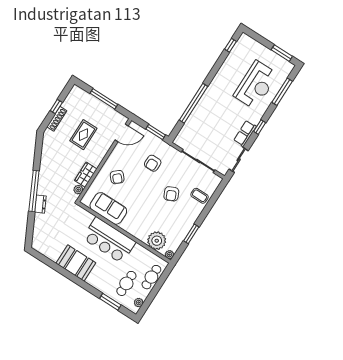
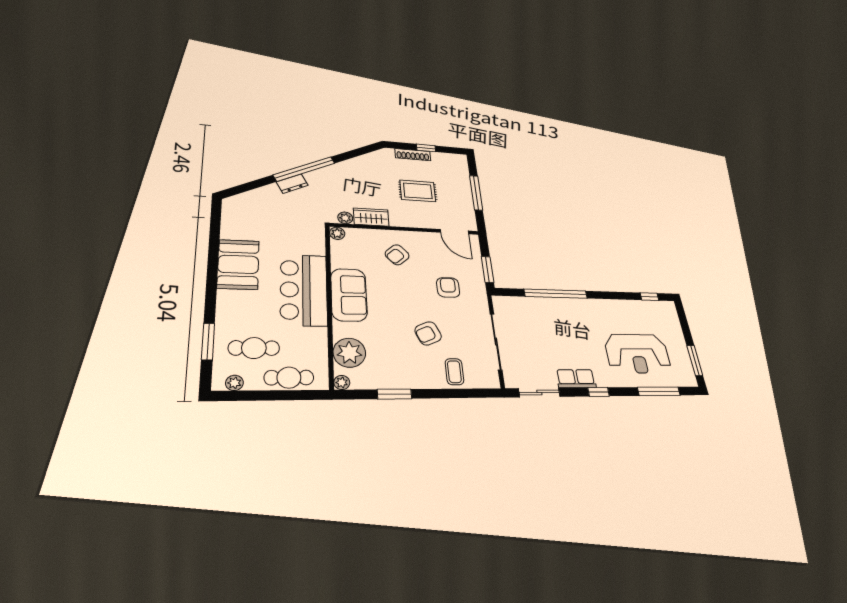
armchair: (153, 163) -> (448, 287), turned 90
plant: (86, 201) -> (337, 233), added
sofa: (108, 208) -> (349, 295), moved

